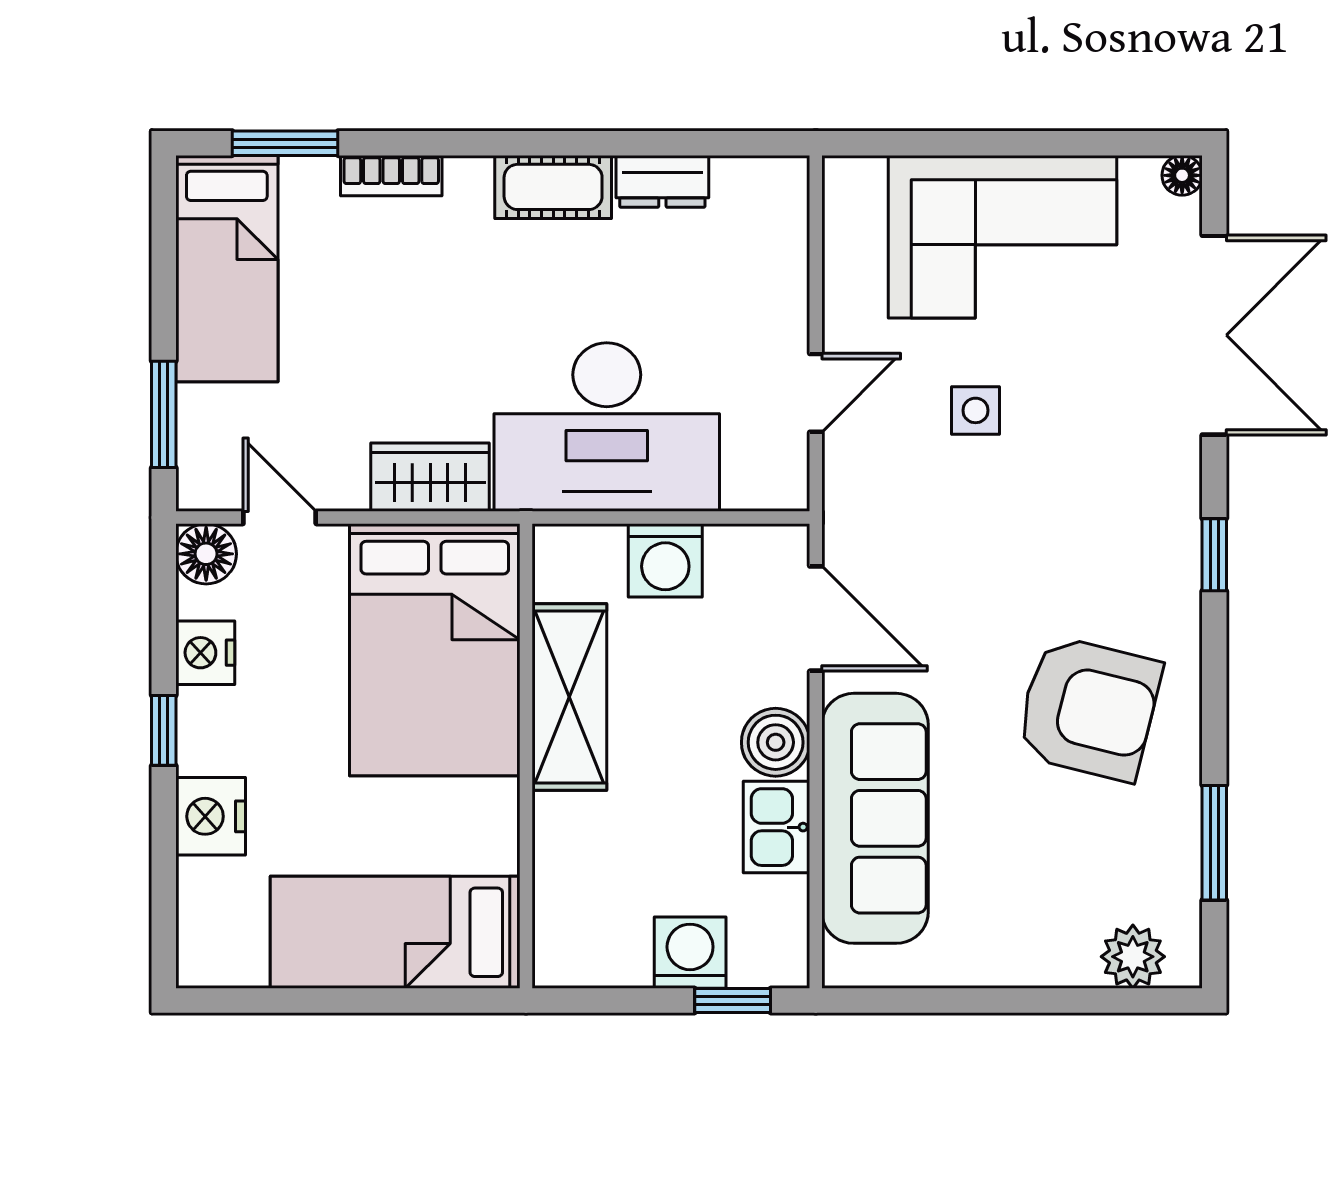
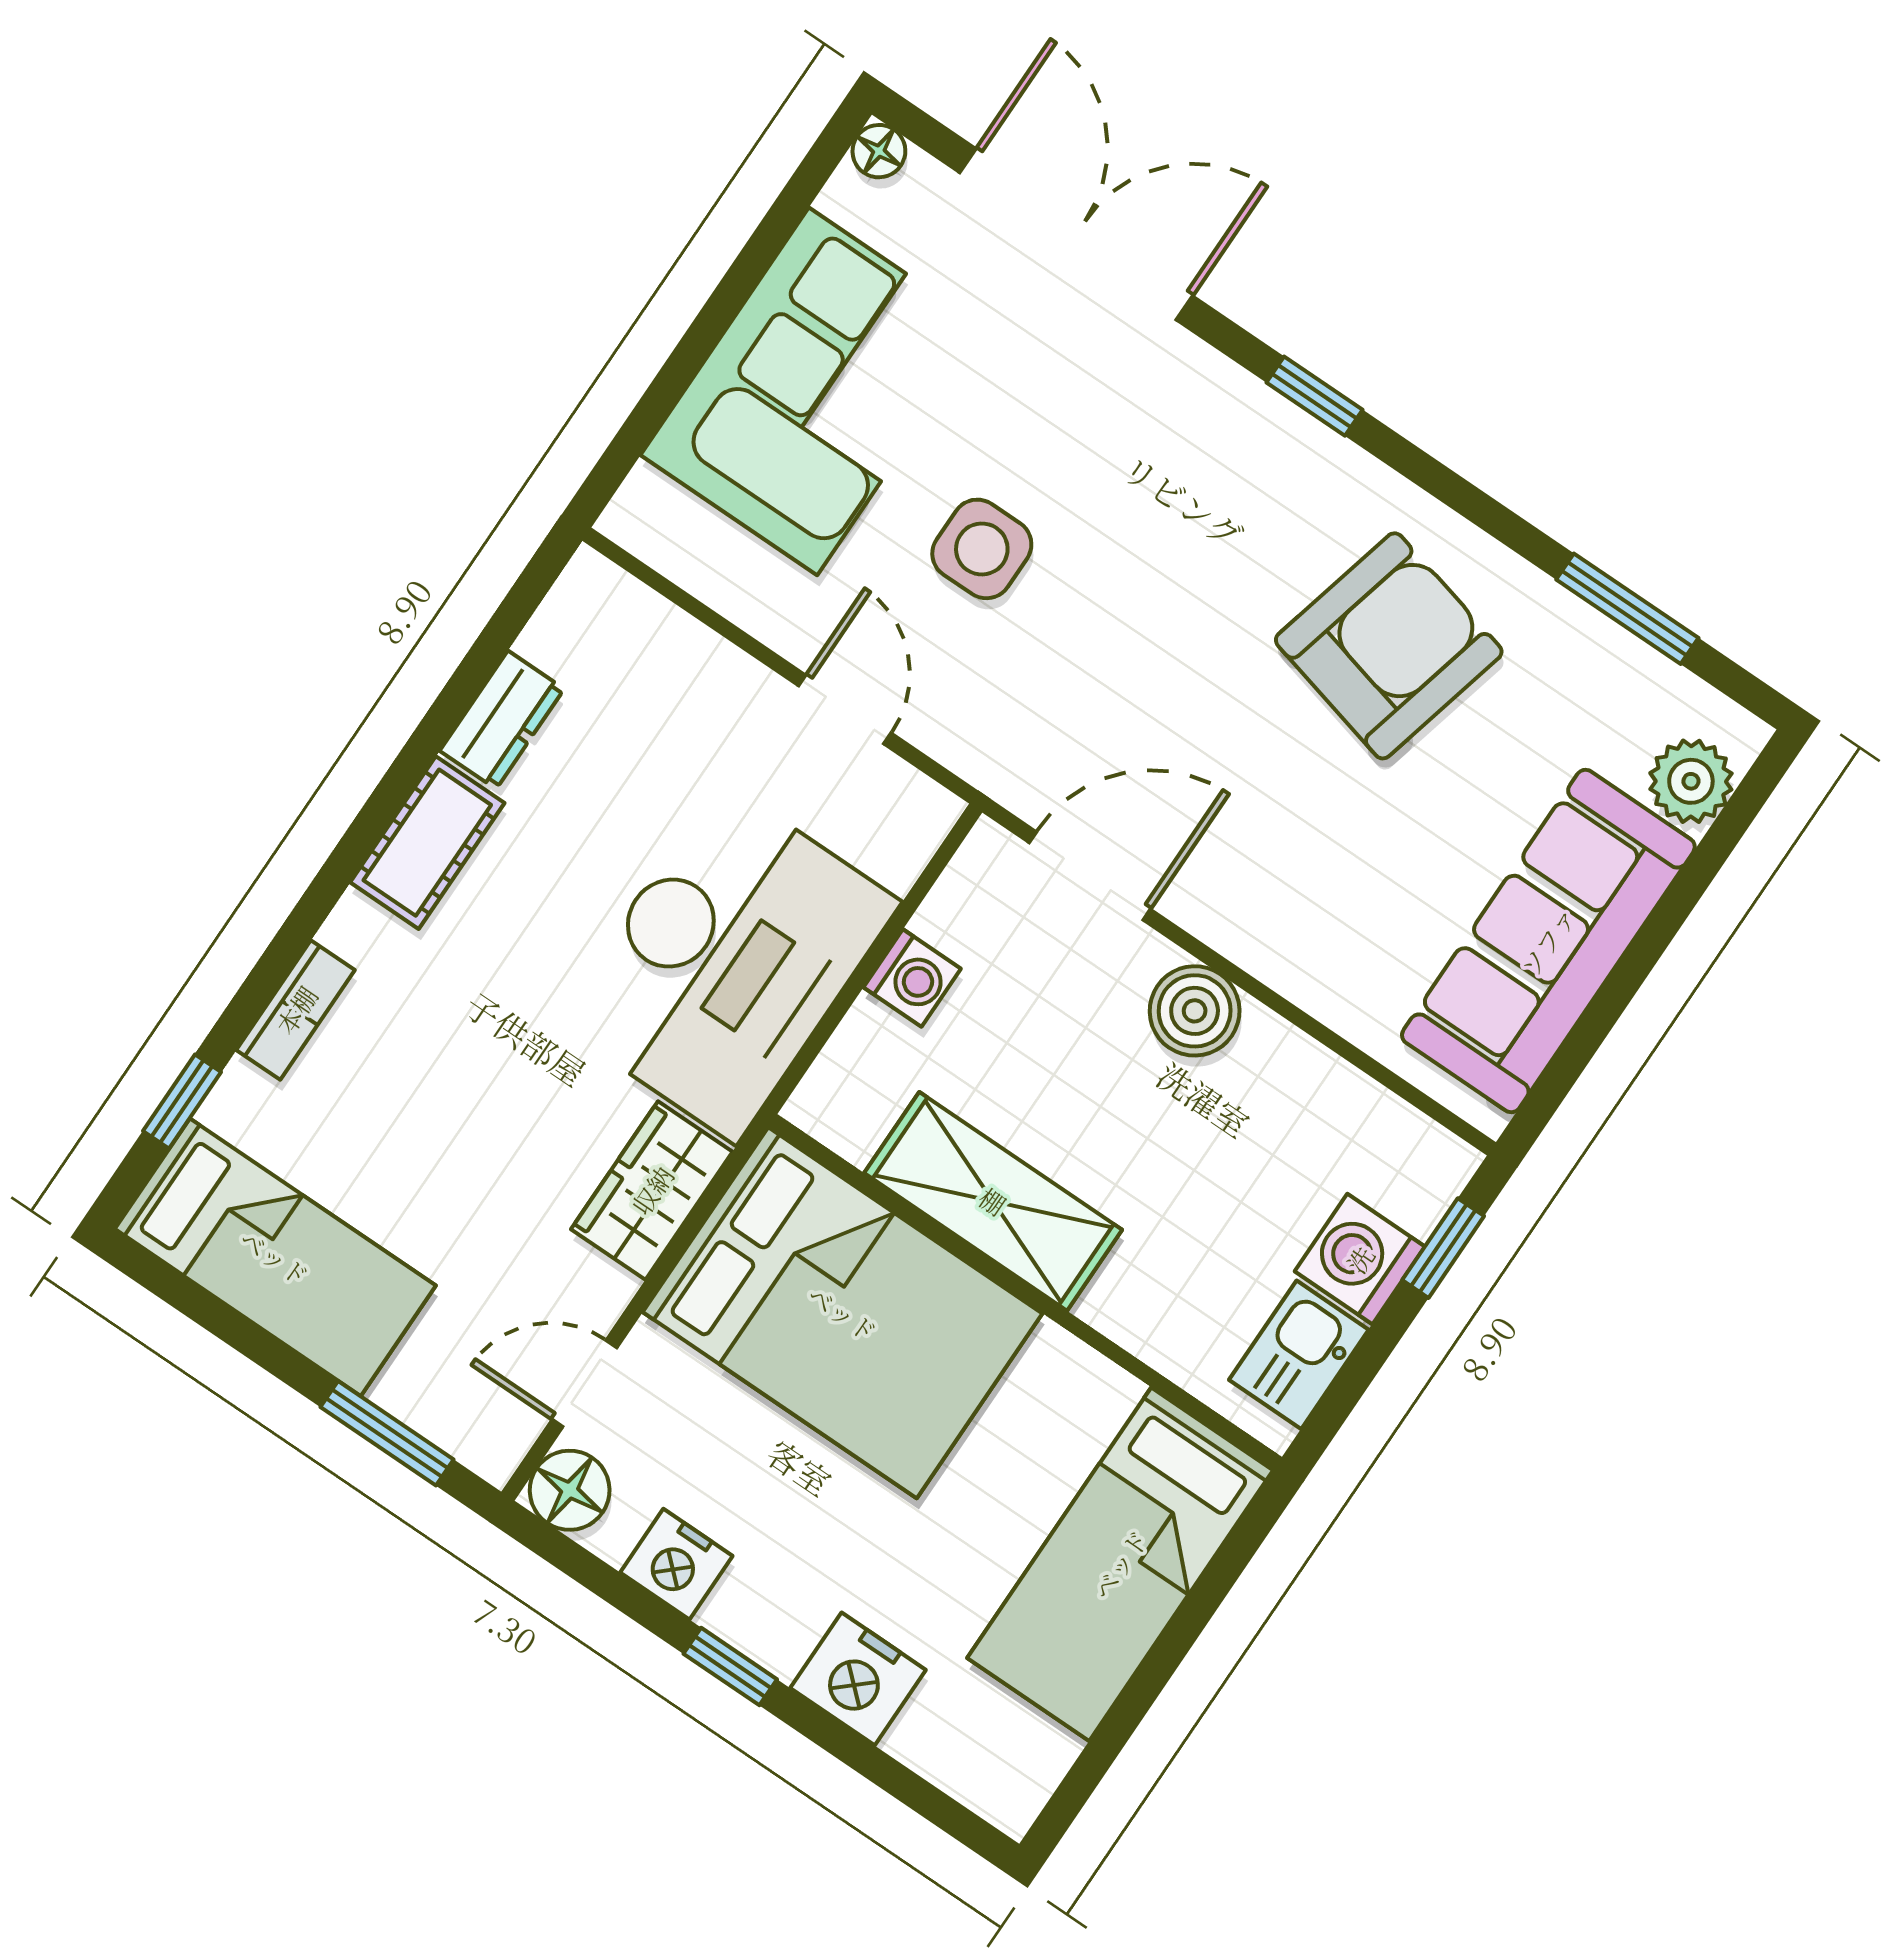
window: (285, 143) -> (182, 1101), width x0.67
side table: (976, 410) -> (982, 549), width x1.37, depth x1.37
washing machine: (665, 560) -> (912, 978), width x0.73, depth x0.73
sofa: (875, 818) -> (1548, 941), moved, turned -90
kitchen sink: (777, 827) -> (1299, 1355), moved, turned 90

